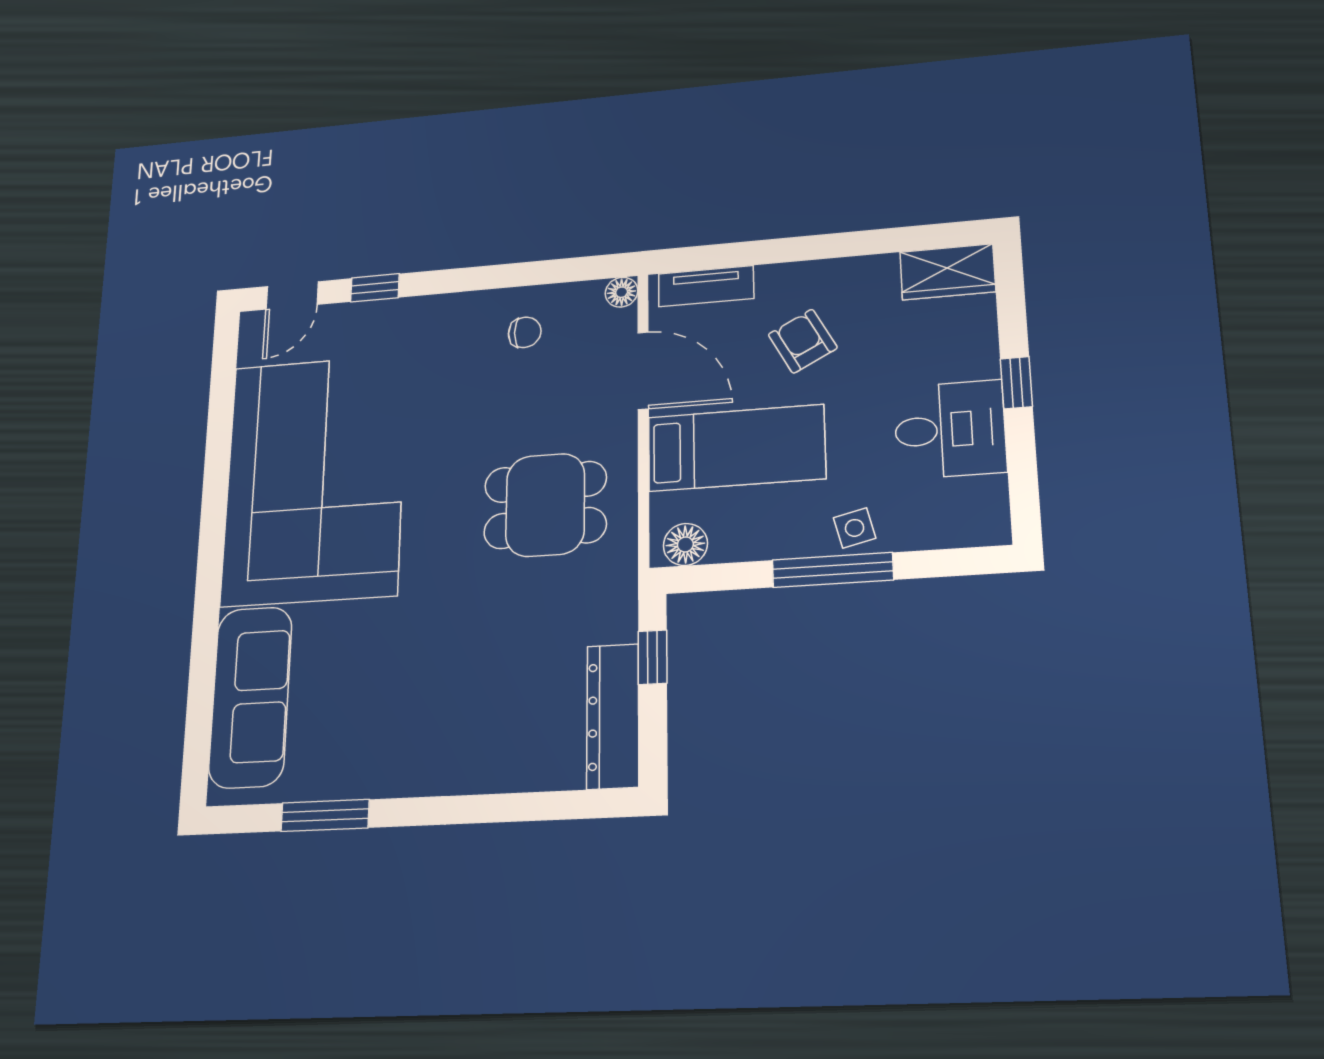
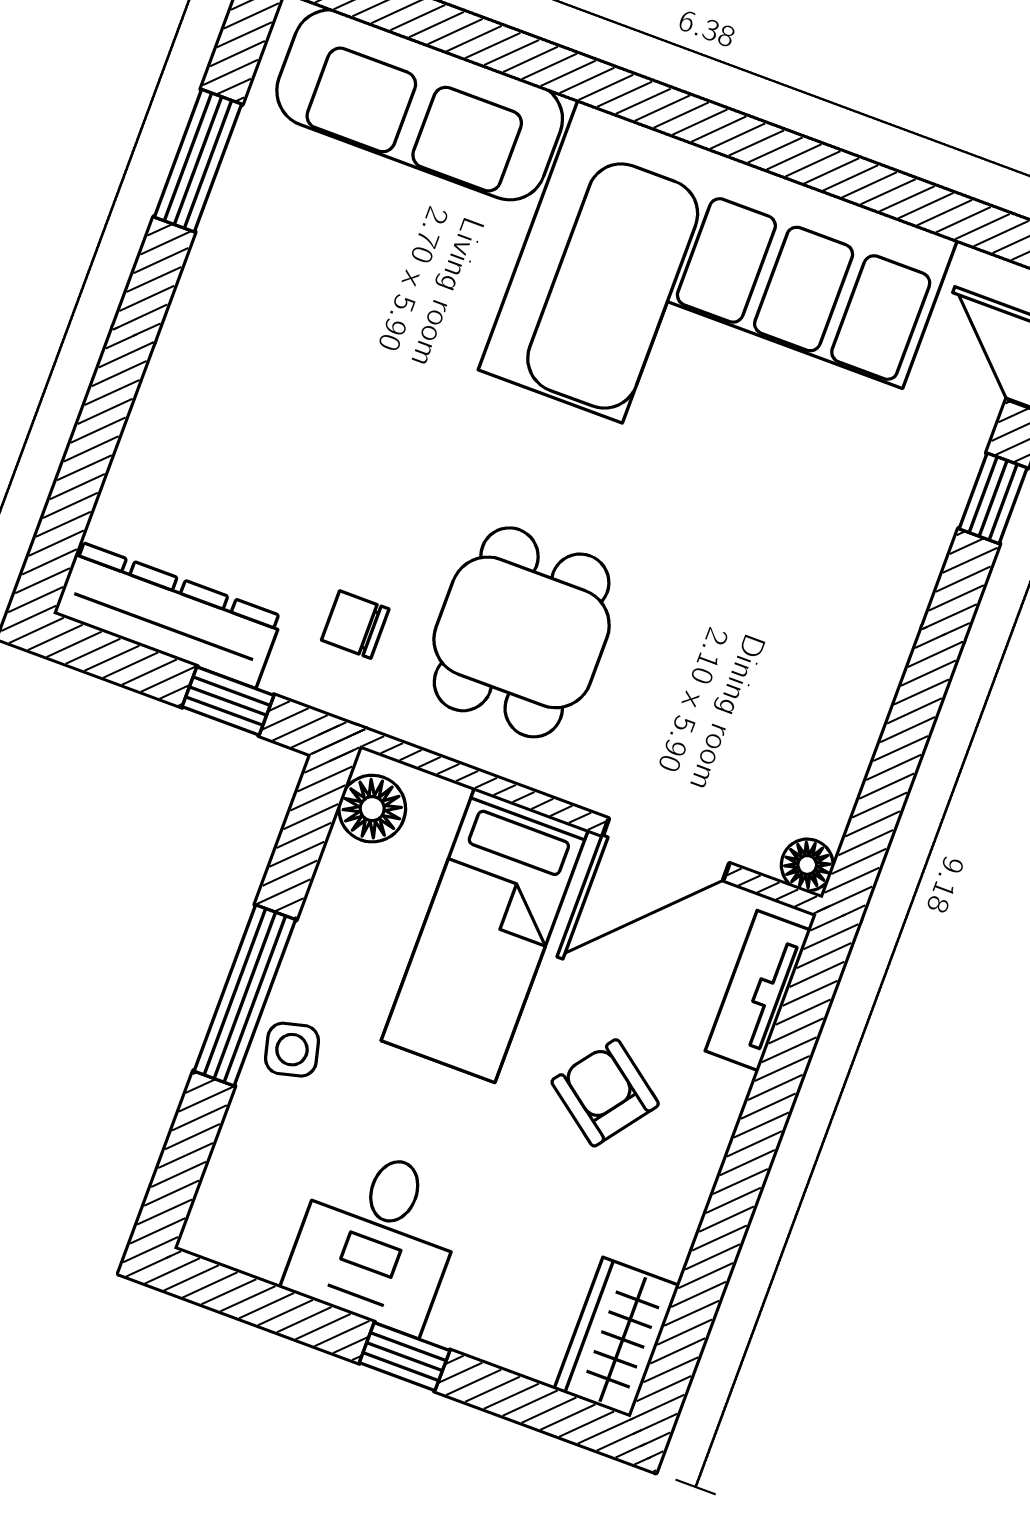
chair: (525, 332) -> (355, 625), moved, turned 90
armchair: (803, 341) -> (605, 1093), turned -115

